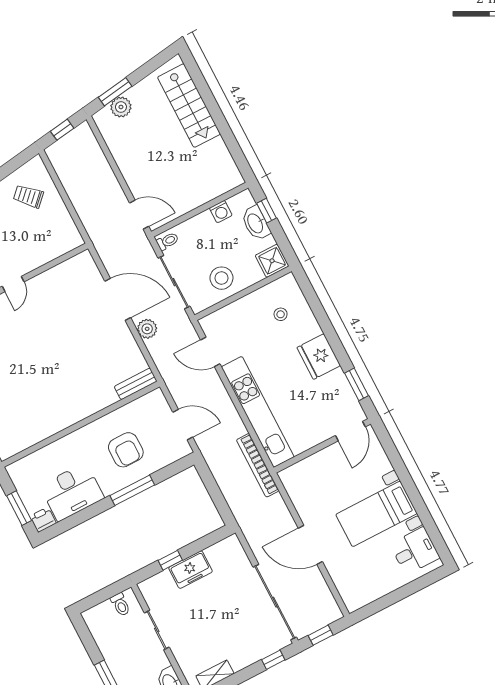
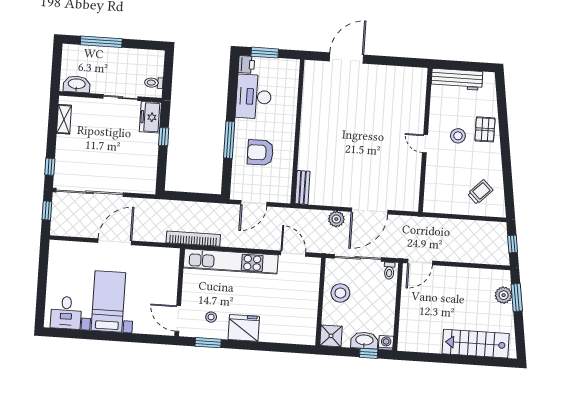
washing machine: (221, 212) -> (386, 343), moved, turned 90
stool: (281, 314) -> (211, 317), moved
door: (210, 352) -> (293, 254), hinge flipped
freezer: (191, 570) -> (150, 117), moved

